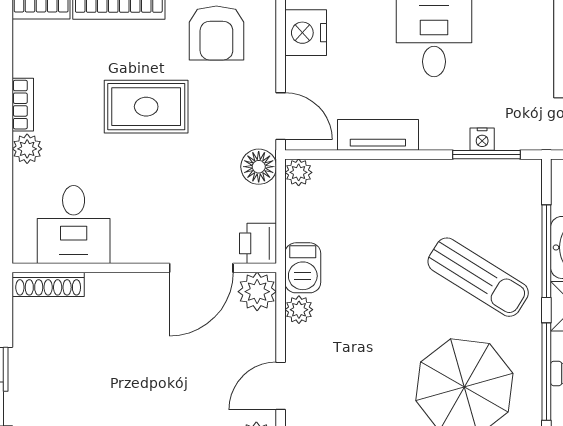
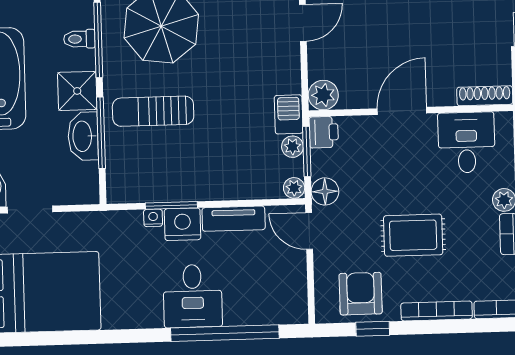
nightstand: (306, 33) -> (183, 224), moved, turned -90
window: (487, 155) -> (171, 205), moved
window: (281, 219) -> (307, 151), added
door: (201, 268) -> (402, 111), moved
sun lounger: (478, 277) -> (153, 111), turned -32
plant: (299, 310) -> (292, 147), moved

